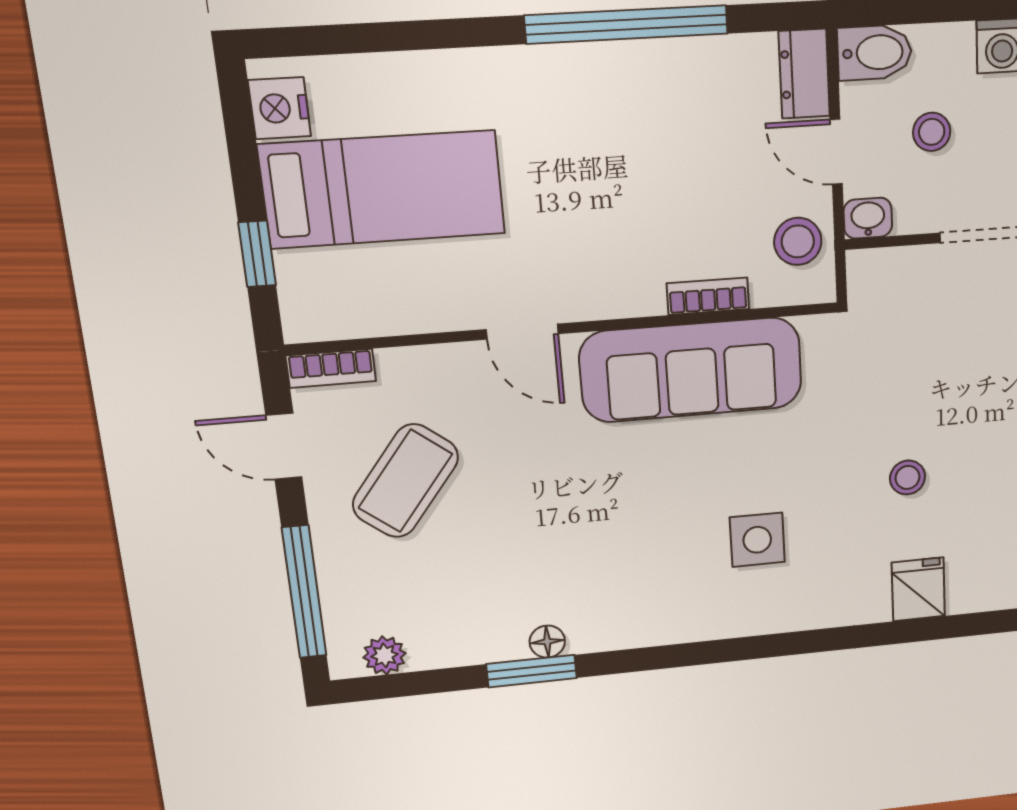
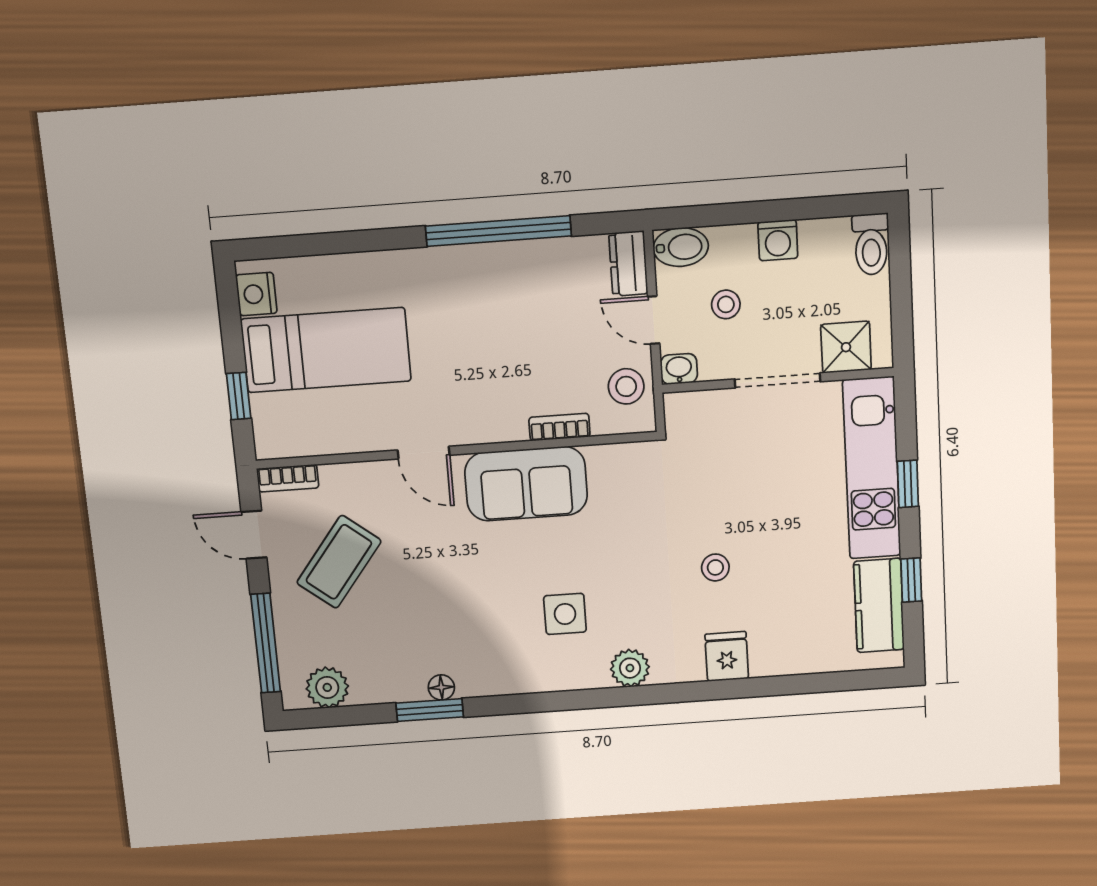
sofa: (691, 370) -> (526, 484), width x0.73
side table: (757, 540) -> (565, 614), moved
plant: (795, 608) -> (630, 668), added
plant: (385, 655) -> (327, 687), width x1.38, depth x1.38

